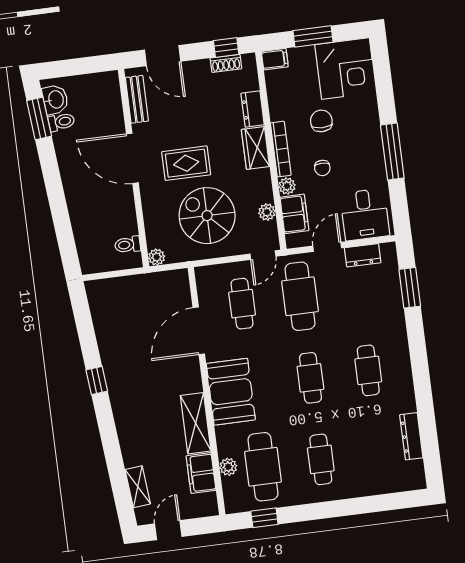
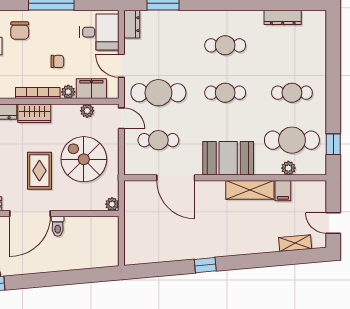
chair: (321, 121) -> (20, 31), moved, turned -90
spiral stairs: (207, 216) -> (84, 159), turned 90
toilet: (128, 245) -> (58, 226), moved
dresser: (363, 255) -> (132, 24), moved
filing cabinet: (201, 473) -> (283, 191), width x0.50

